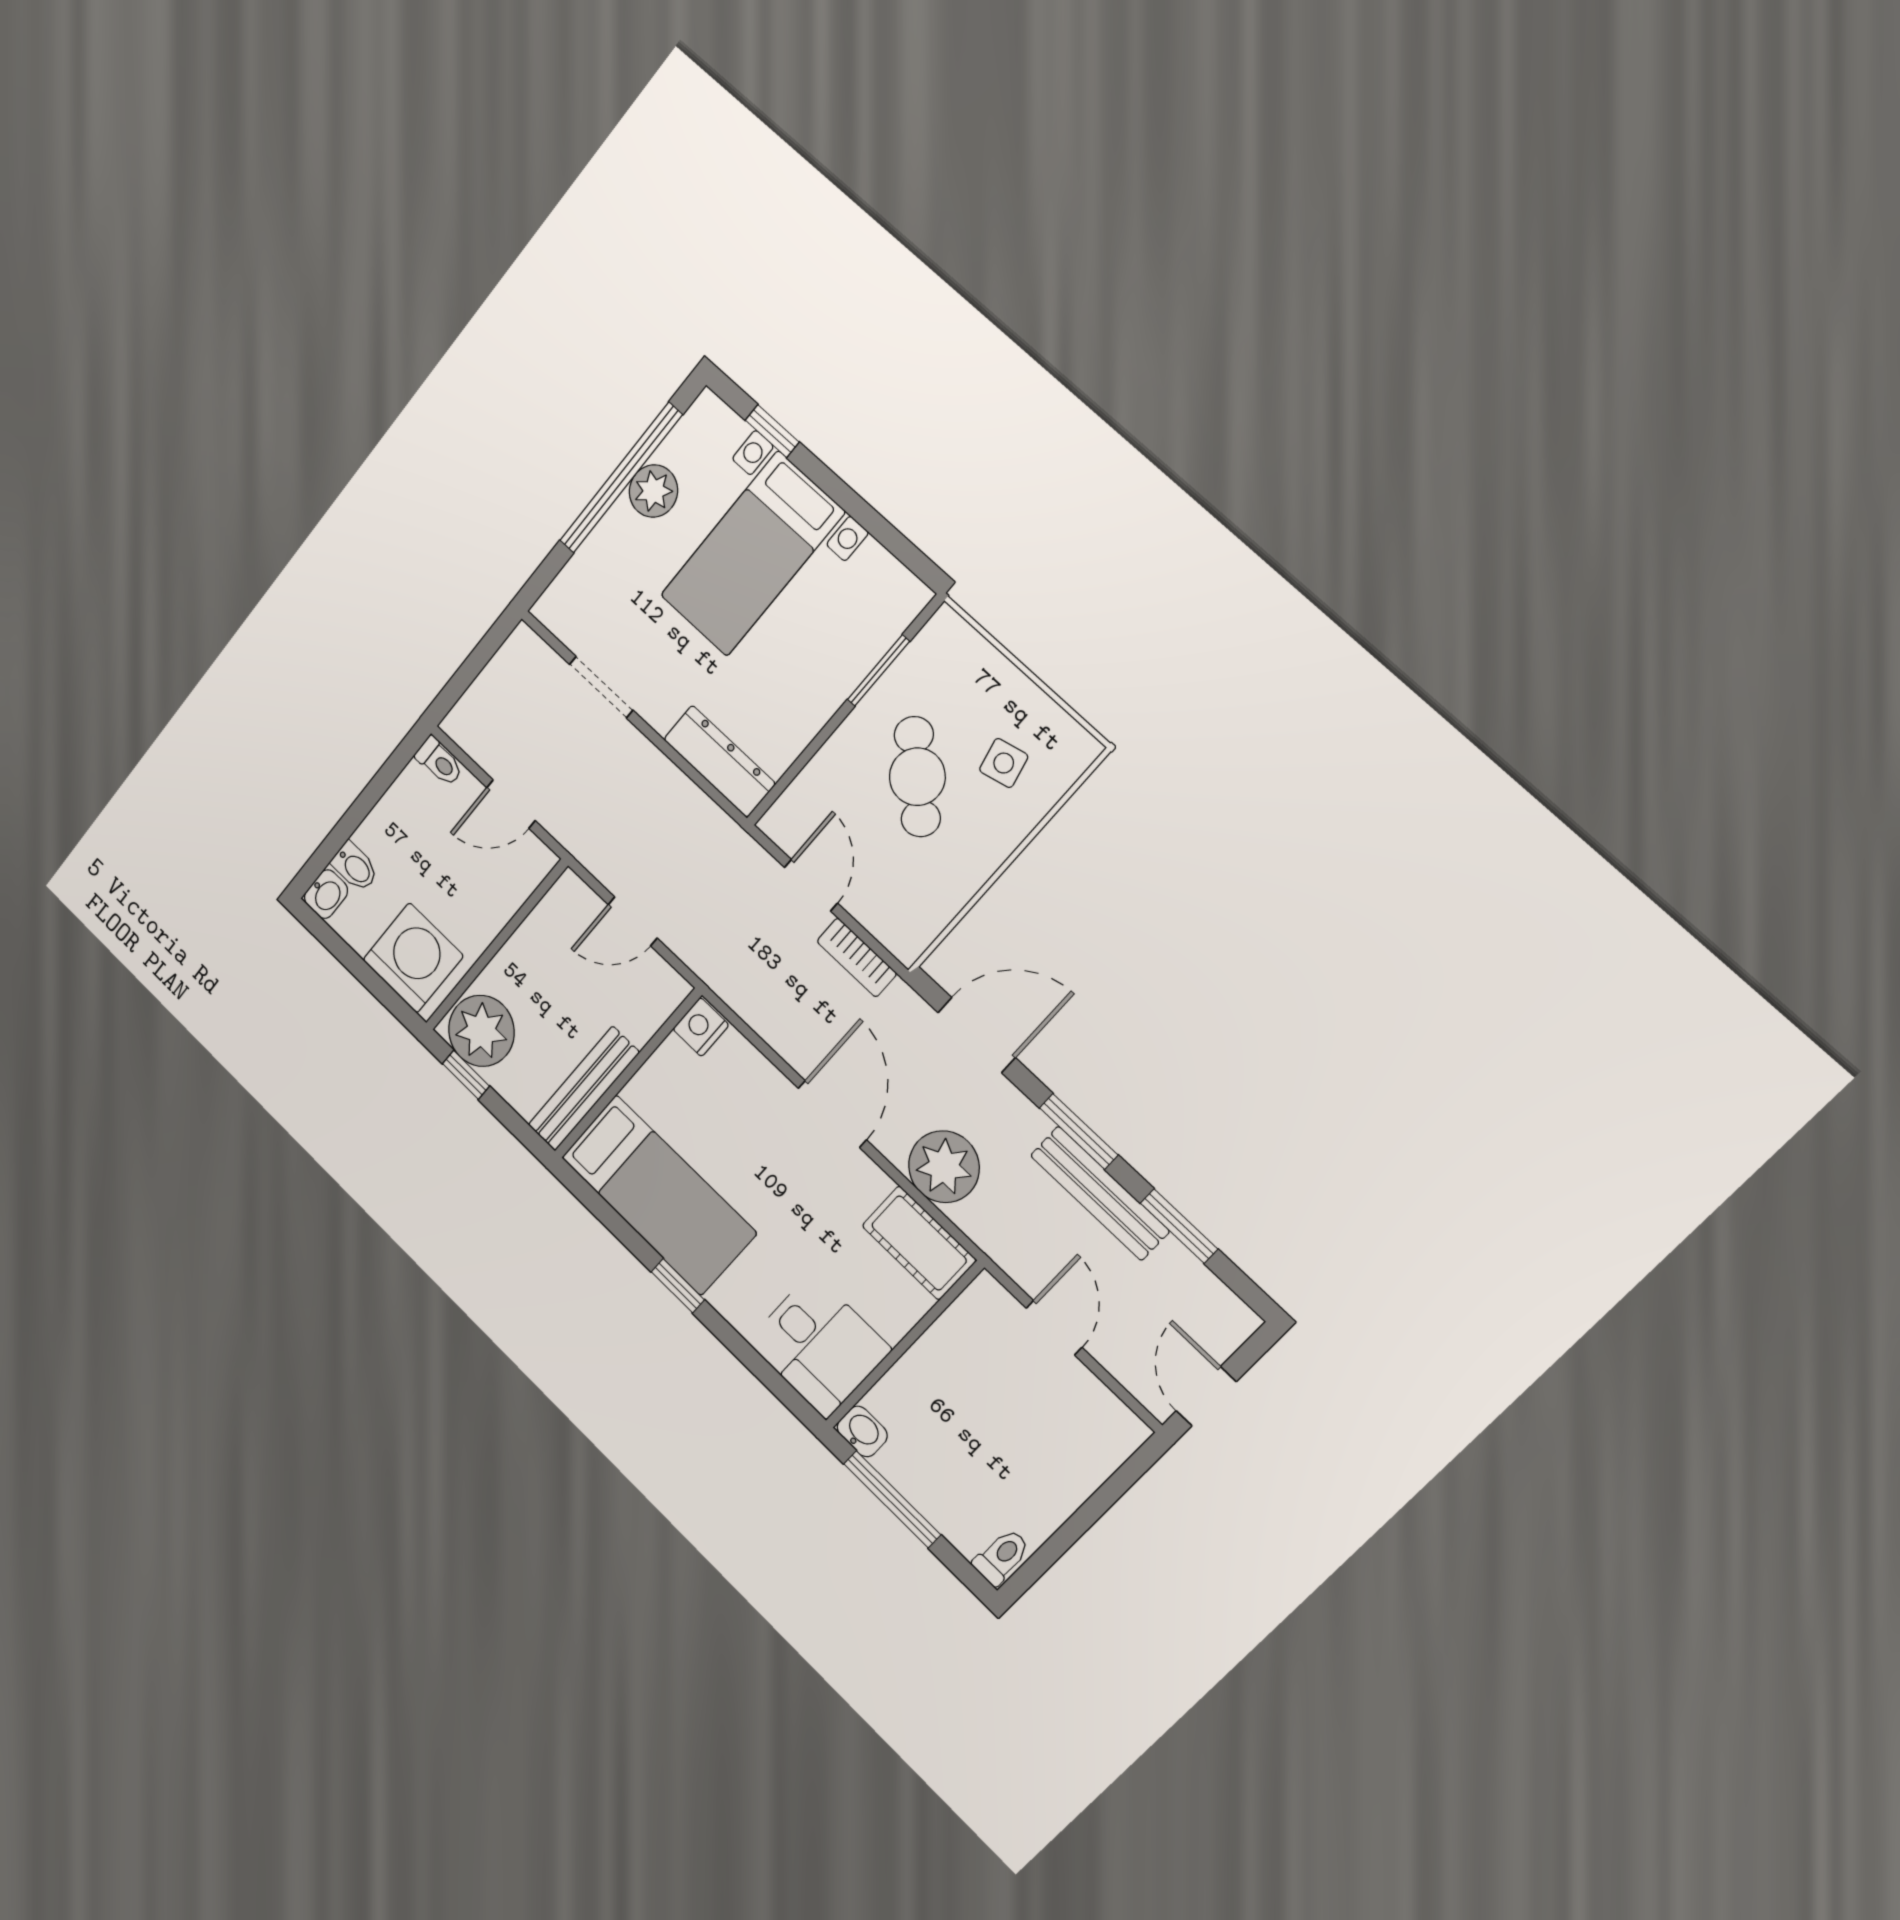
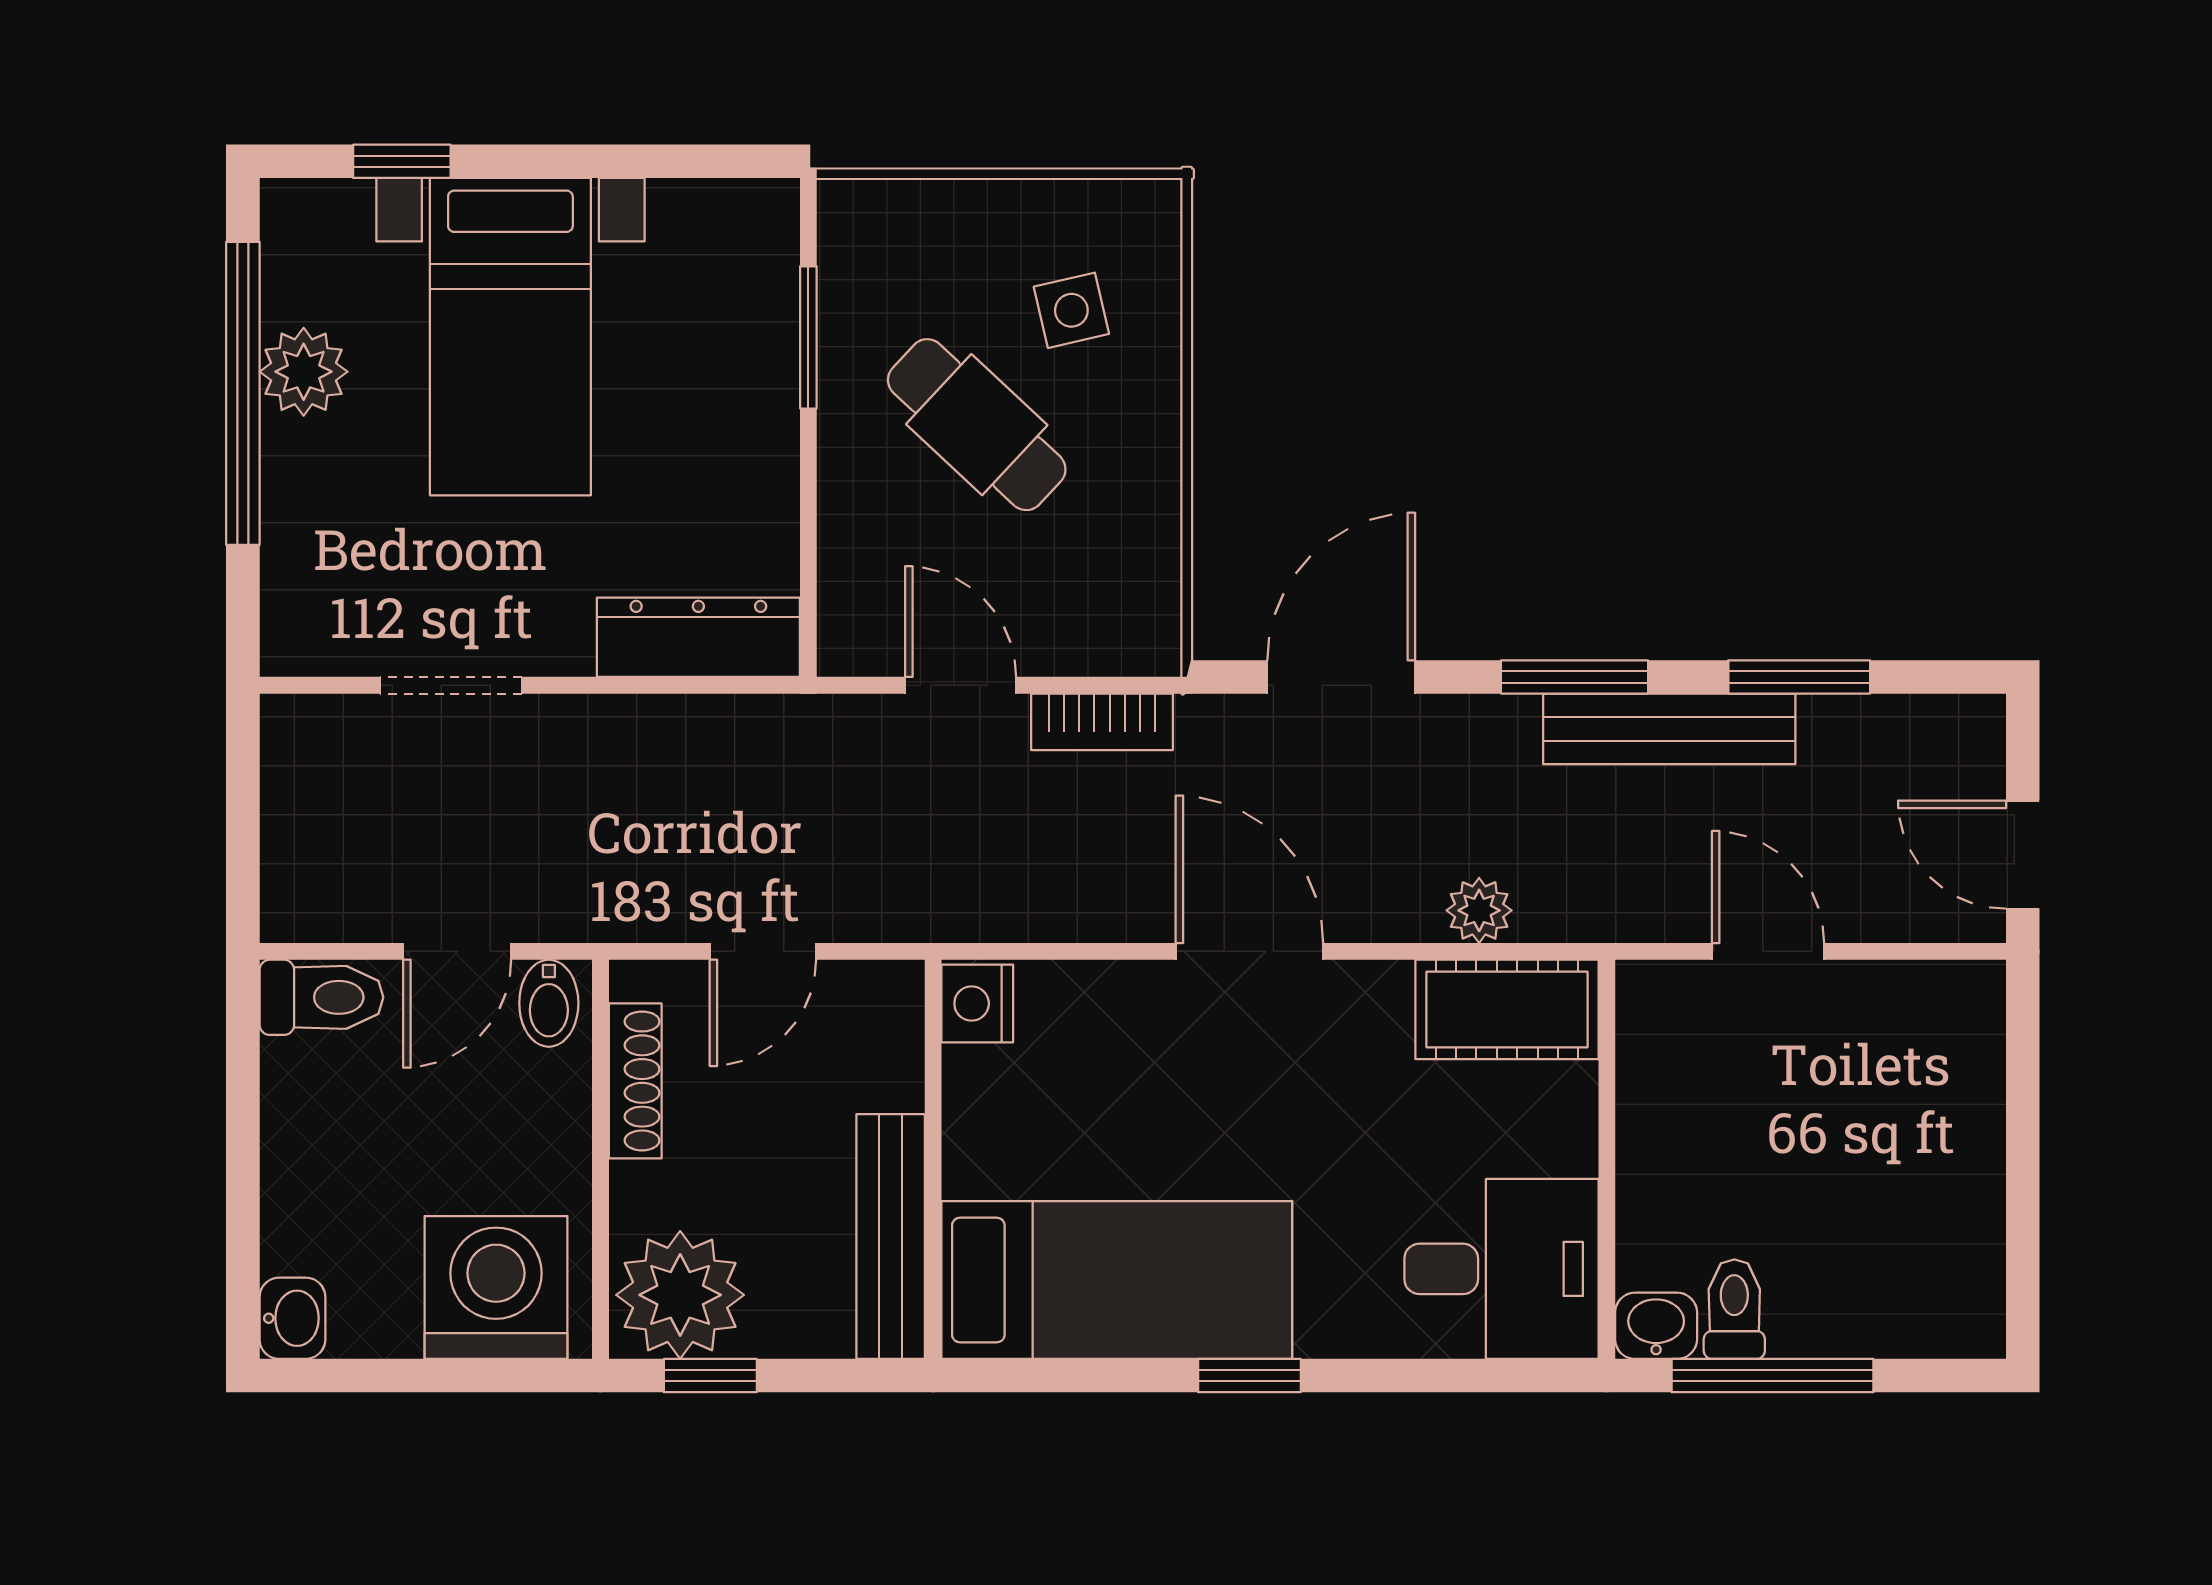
toilet: (439, 762) -> (321, 997), width x1.37, depth x1.39
bidet: (355, 867) -> (549, 1003), moved, turned 90
shoe rack: (537, 926) -> (635, 1081), added
plant: (944, 1167) -> (1479, 910), width x0.53, depth x0.53
toilet: (1002, 1557) -> (1734, 1309), moved

